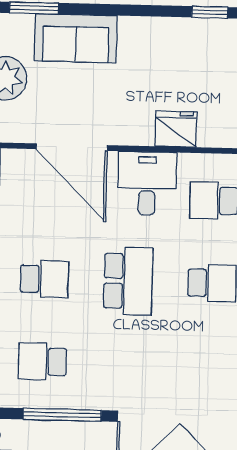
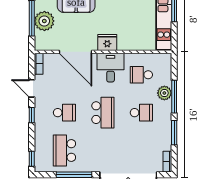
fridge: (176, 129) -> (107, 42), moved
school desk: (42, 361) -> (64, 150), width x1.85

